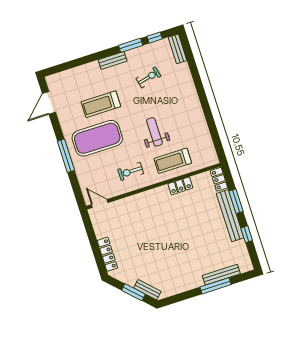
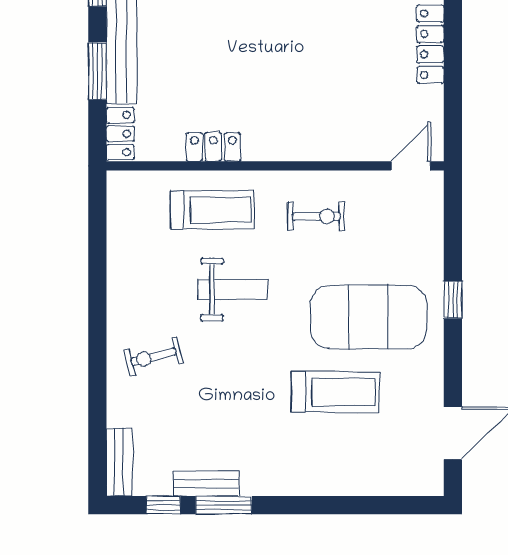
bench: (113, 60) -> (206, 484), moved
exercise bike: (148, 77) -> (154, 356), moved
weight bench: (155, 132) -> (233, 289), turned -90
window: (66, 156) -> (453, 300), width x0.46
door: (100, 203) -> (411, 166), swing flipped

